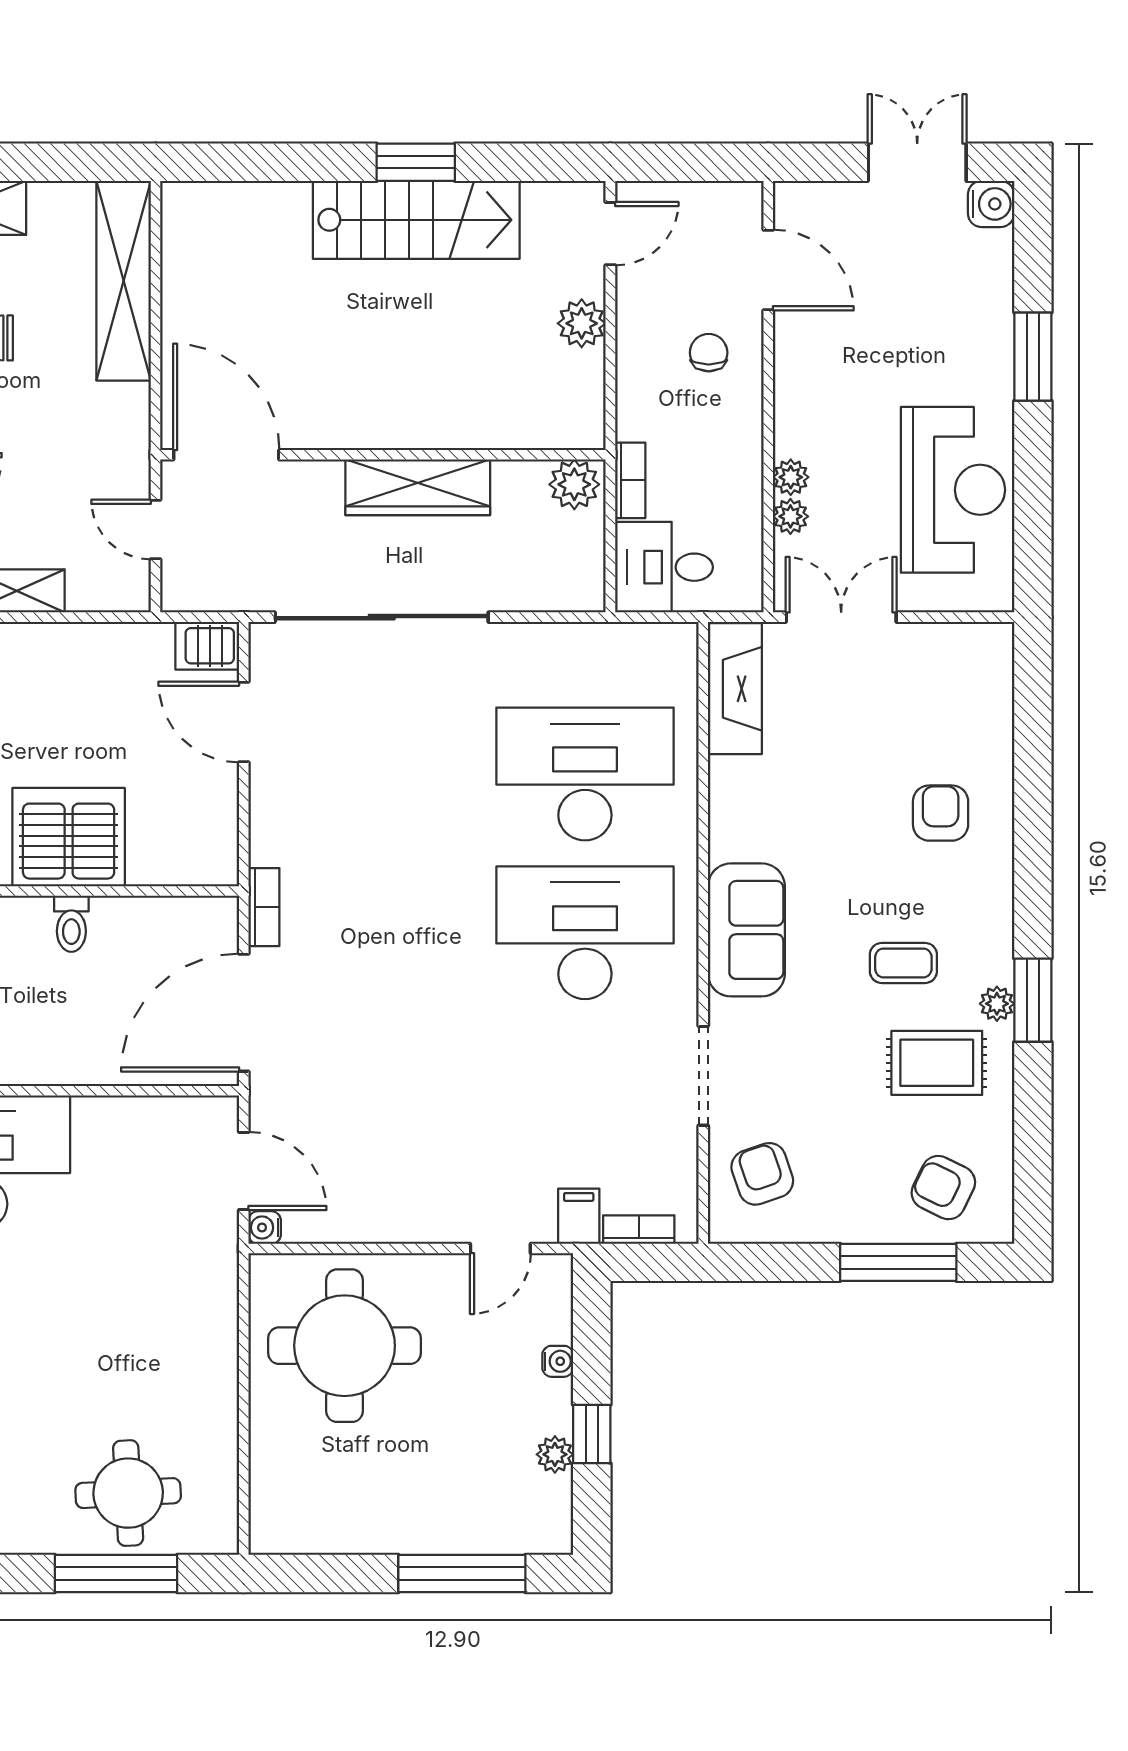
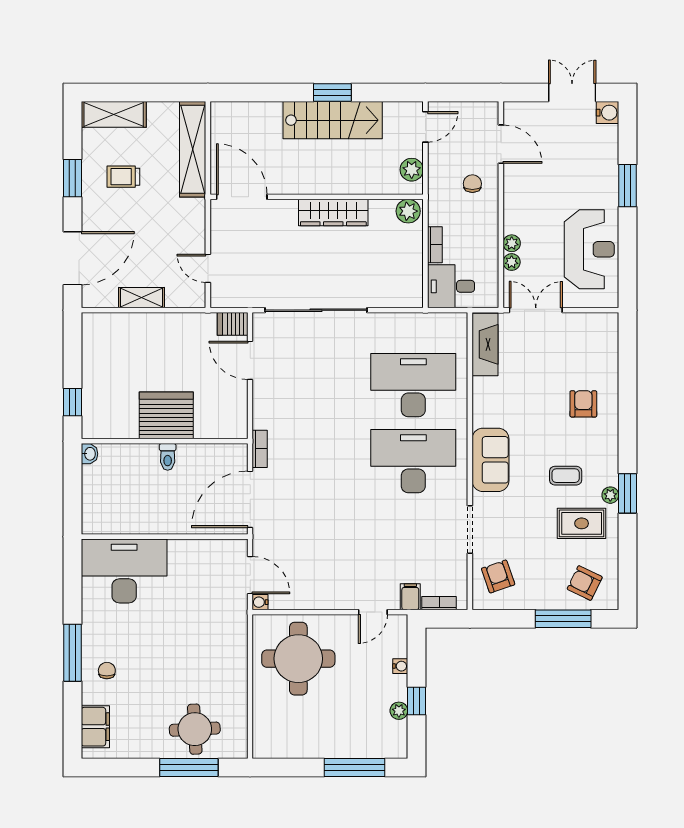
door: (226, 455) -> (242, 197), moved
wall: (383, 455) -> (317, 197), moved
plant: (574, 484) -> (408, 211), moved
wardrobe: (418, 487) -> (333, 213), moved

